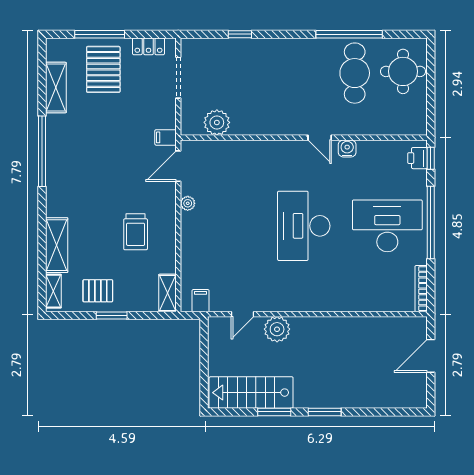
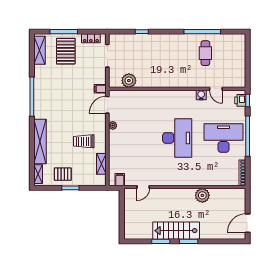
round table: (403, 71) -> (232, 52), removed
cafe table: (355, 73) -> (205, 53), width x0.73, depth x0.74
shelving: (56, 88) -> (39, 50), moved
door: (320, 138) -> (216, 89), moved
desk: (304, 226) -> (177, 138), turned 180
trolley: (136, 232) -> (84, 141), turned 90
shelving: (57, 245) -> (40, 142), width x1.47
shelving: (167, 293) -> (101, 164), moved
plant: (277, 329) -> (202, 195), moved
door: (431, 356) -> (248, 223), moved
stairs: (251, 393) -> (176, 231), moved

